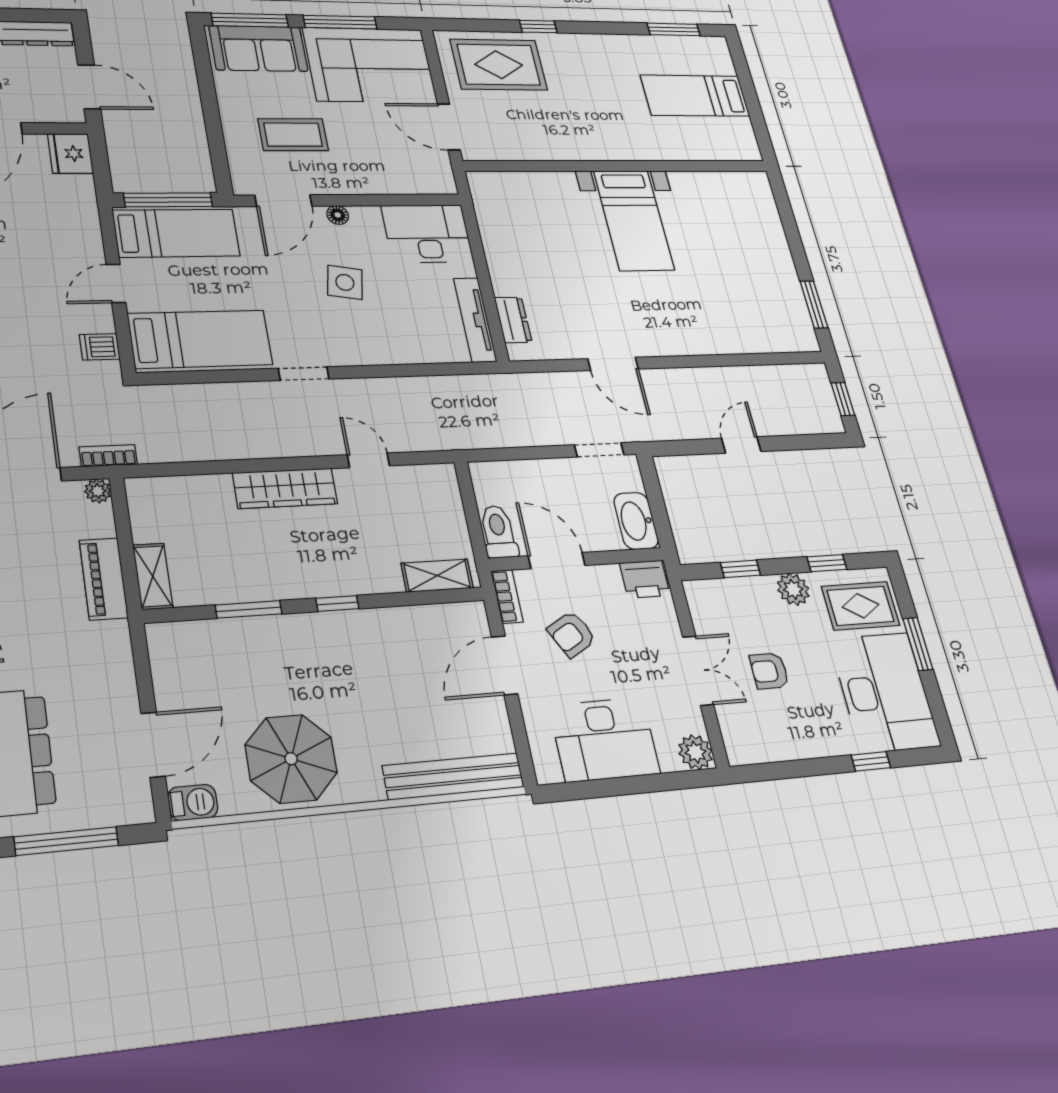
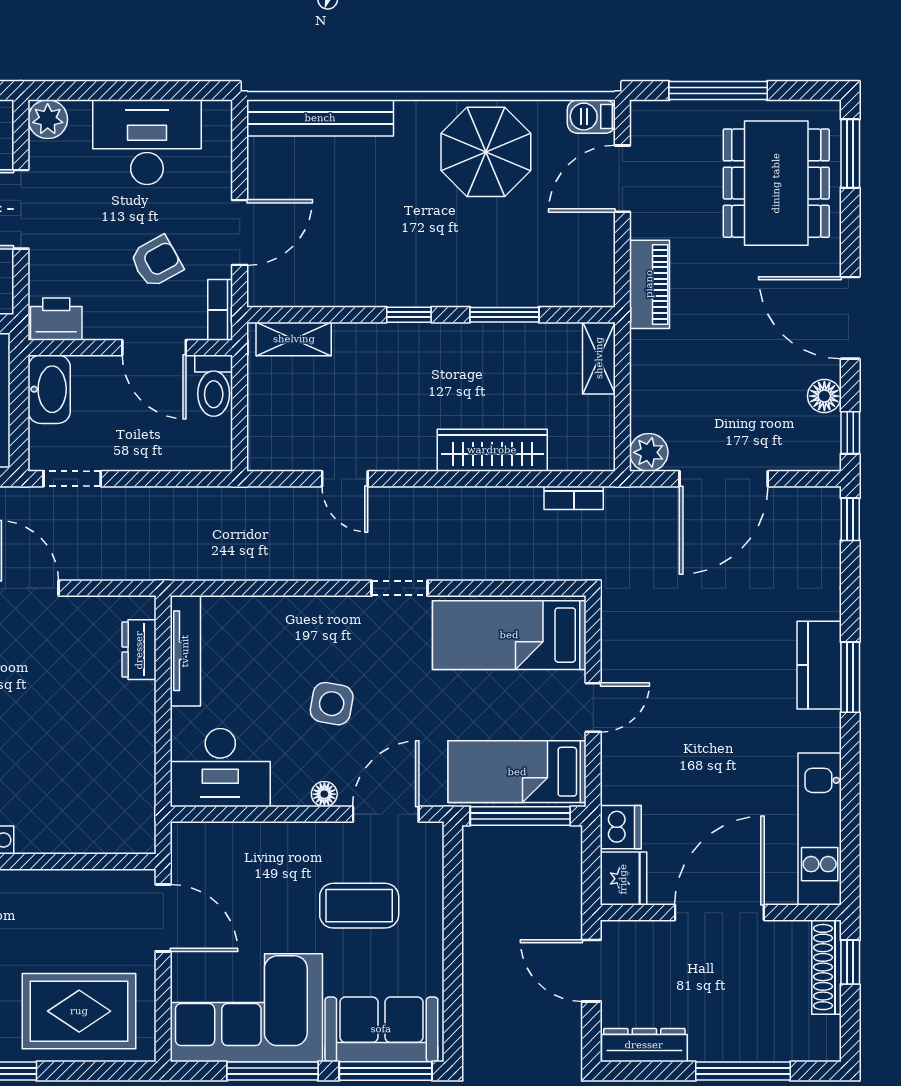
dishwasher: (100, 347) -> (621, 827), moved, width x1.38
bookcase: (108, 456) -> (574, 498), moved
wardrobe: (285, 488) -> (492, 450), moved
plant: (98, 491) -> (649, 452), width x1.38, depth x1.38
piano: (104, 579) -> (649, 284), moved

